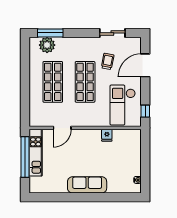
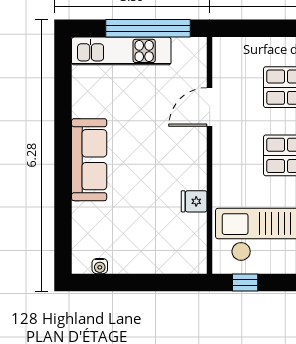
door: (62, 128) -> (210, 107), hinge flipped
kitchen unit: (36, 153) -> (121, 51), moved

